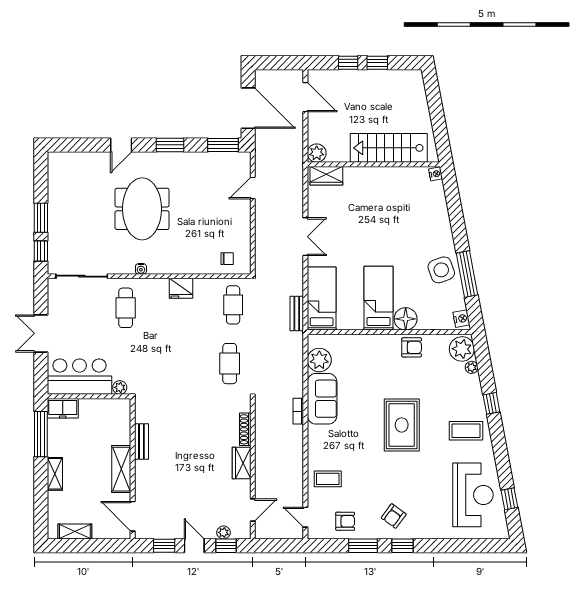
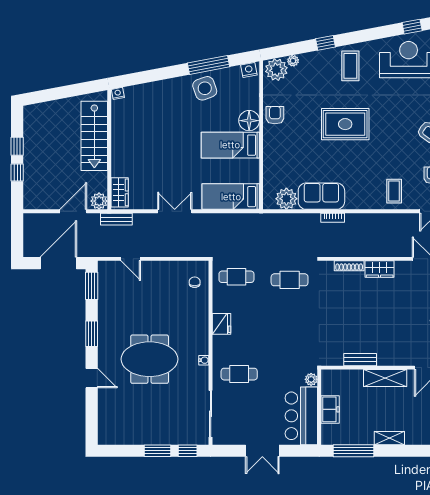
door: (305, 97) -> (73, 211), moved
bench: (297, 313) -> (116, 219), moved
freezer: (63, 408) -> (330, 409), moved

